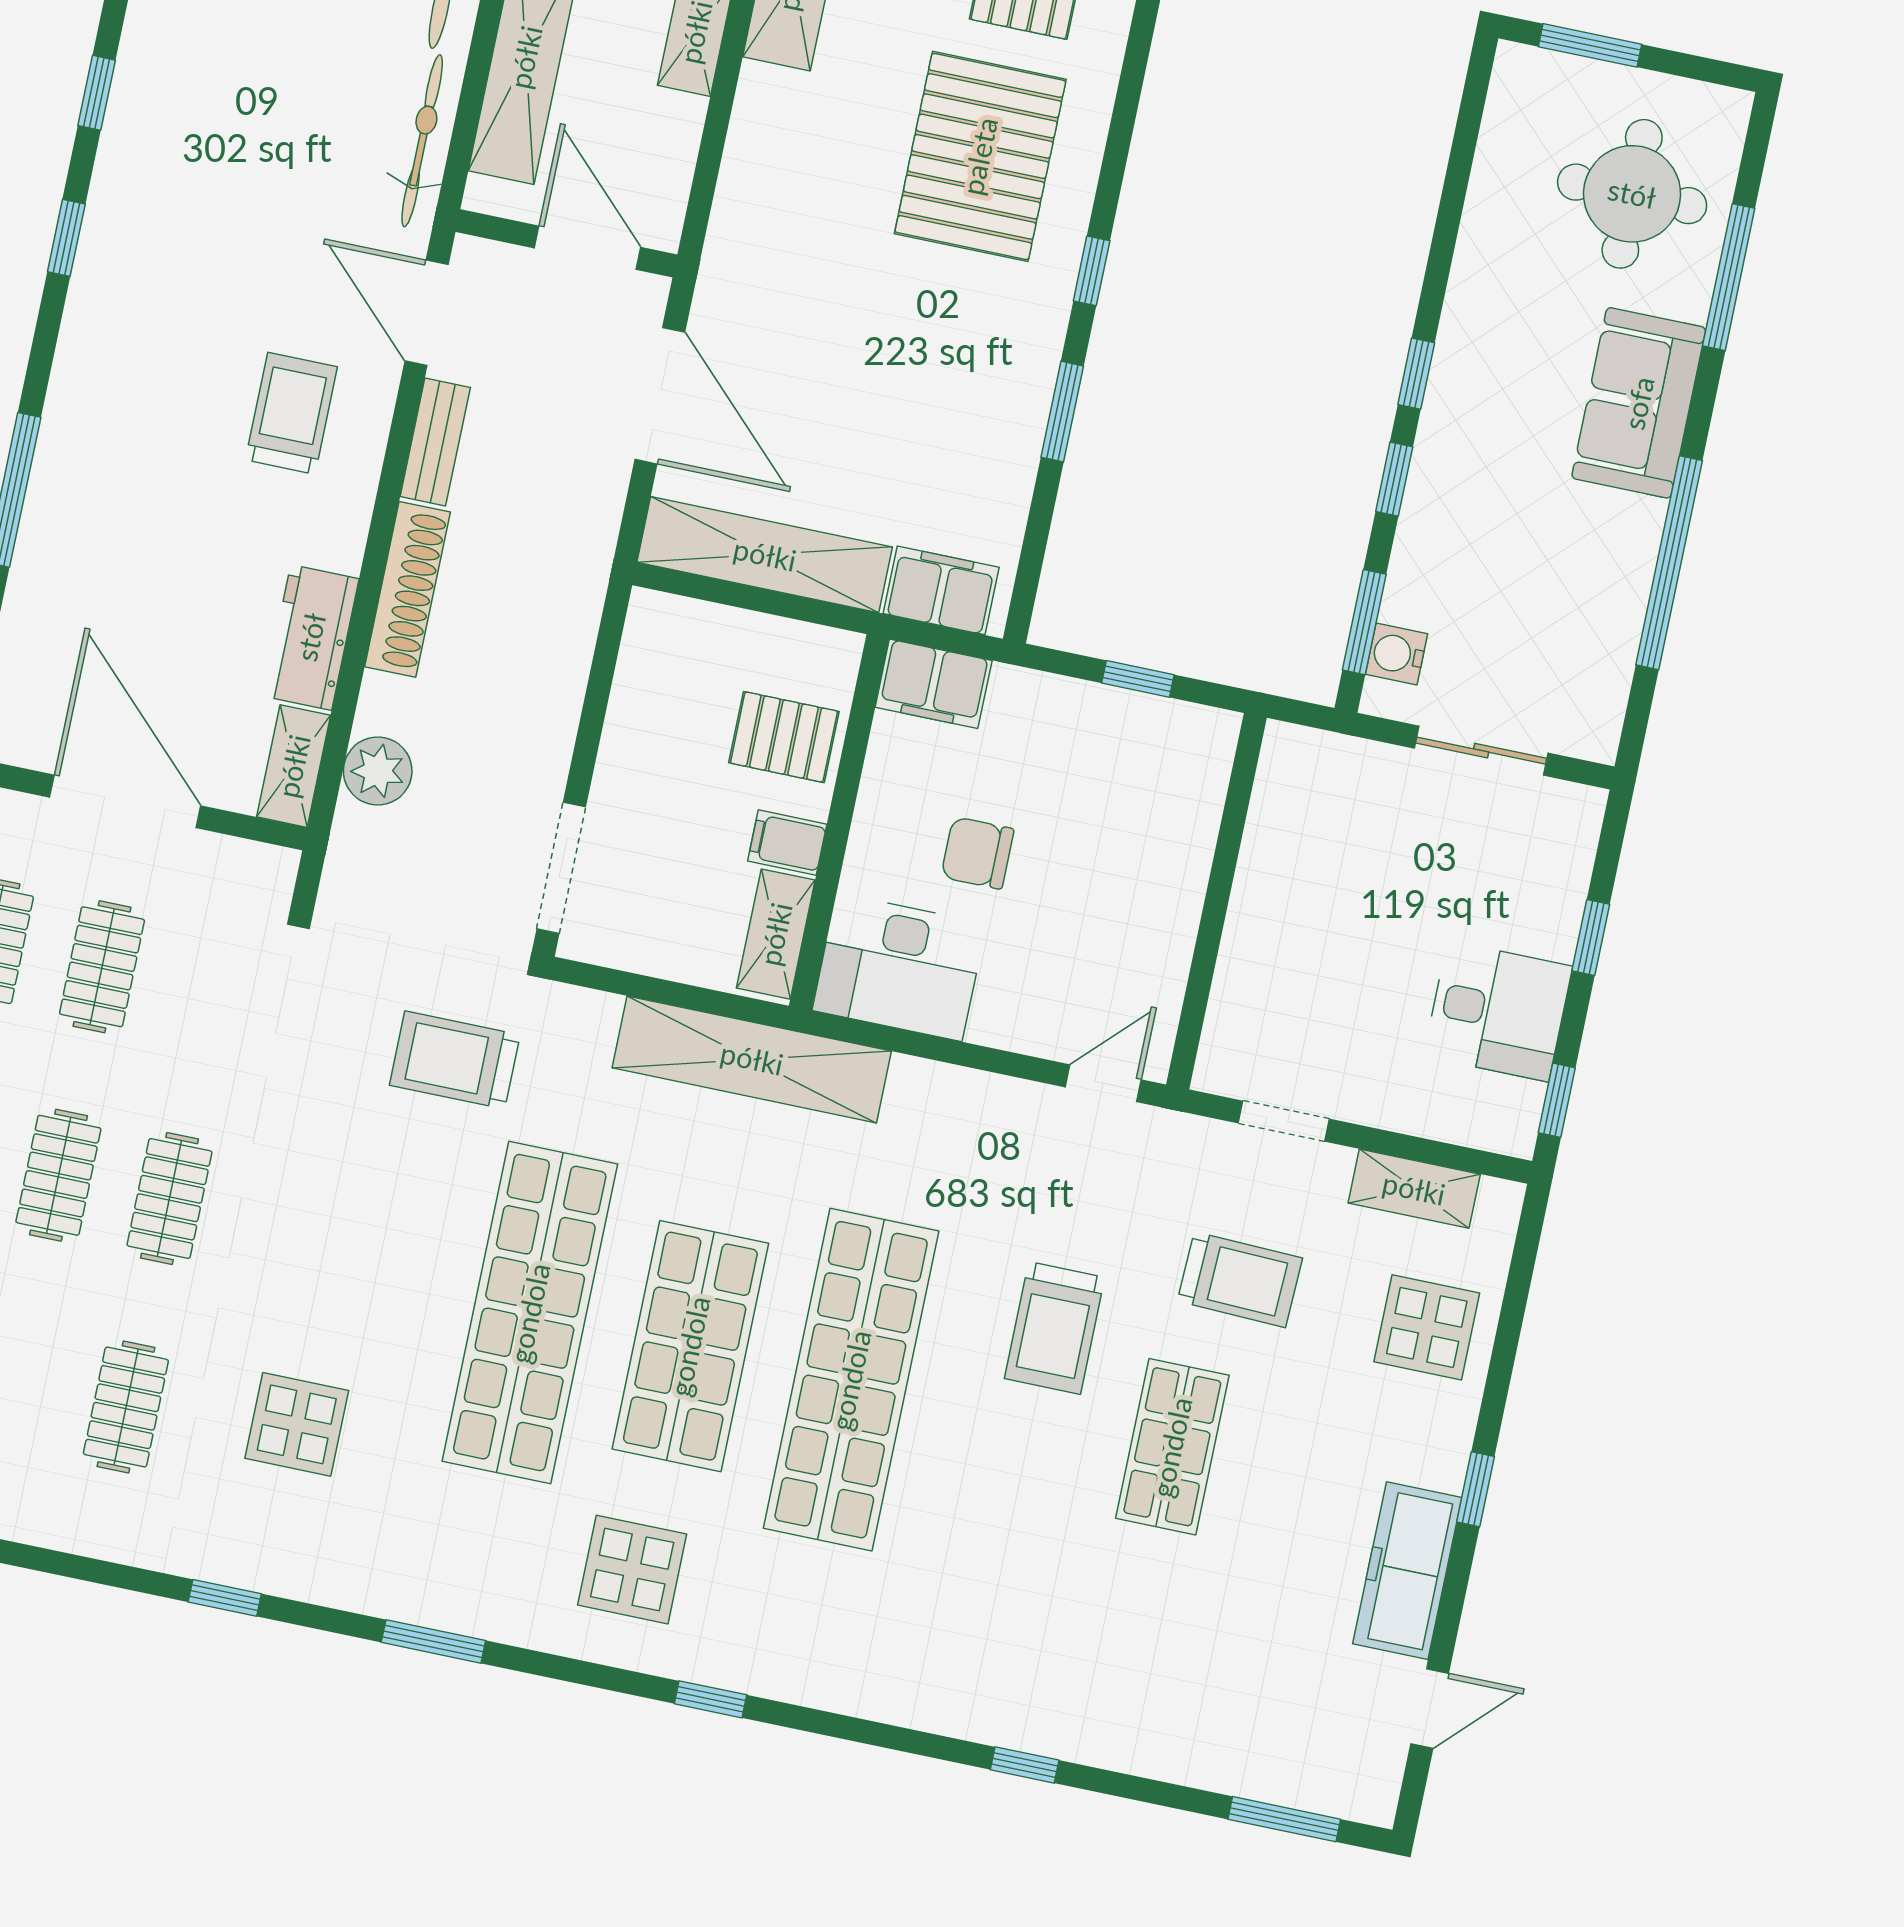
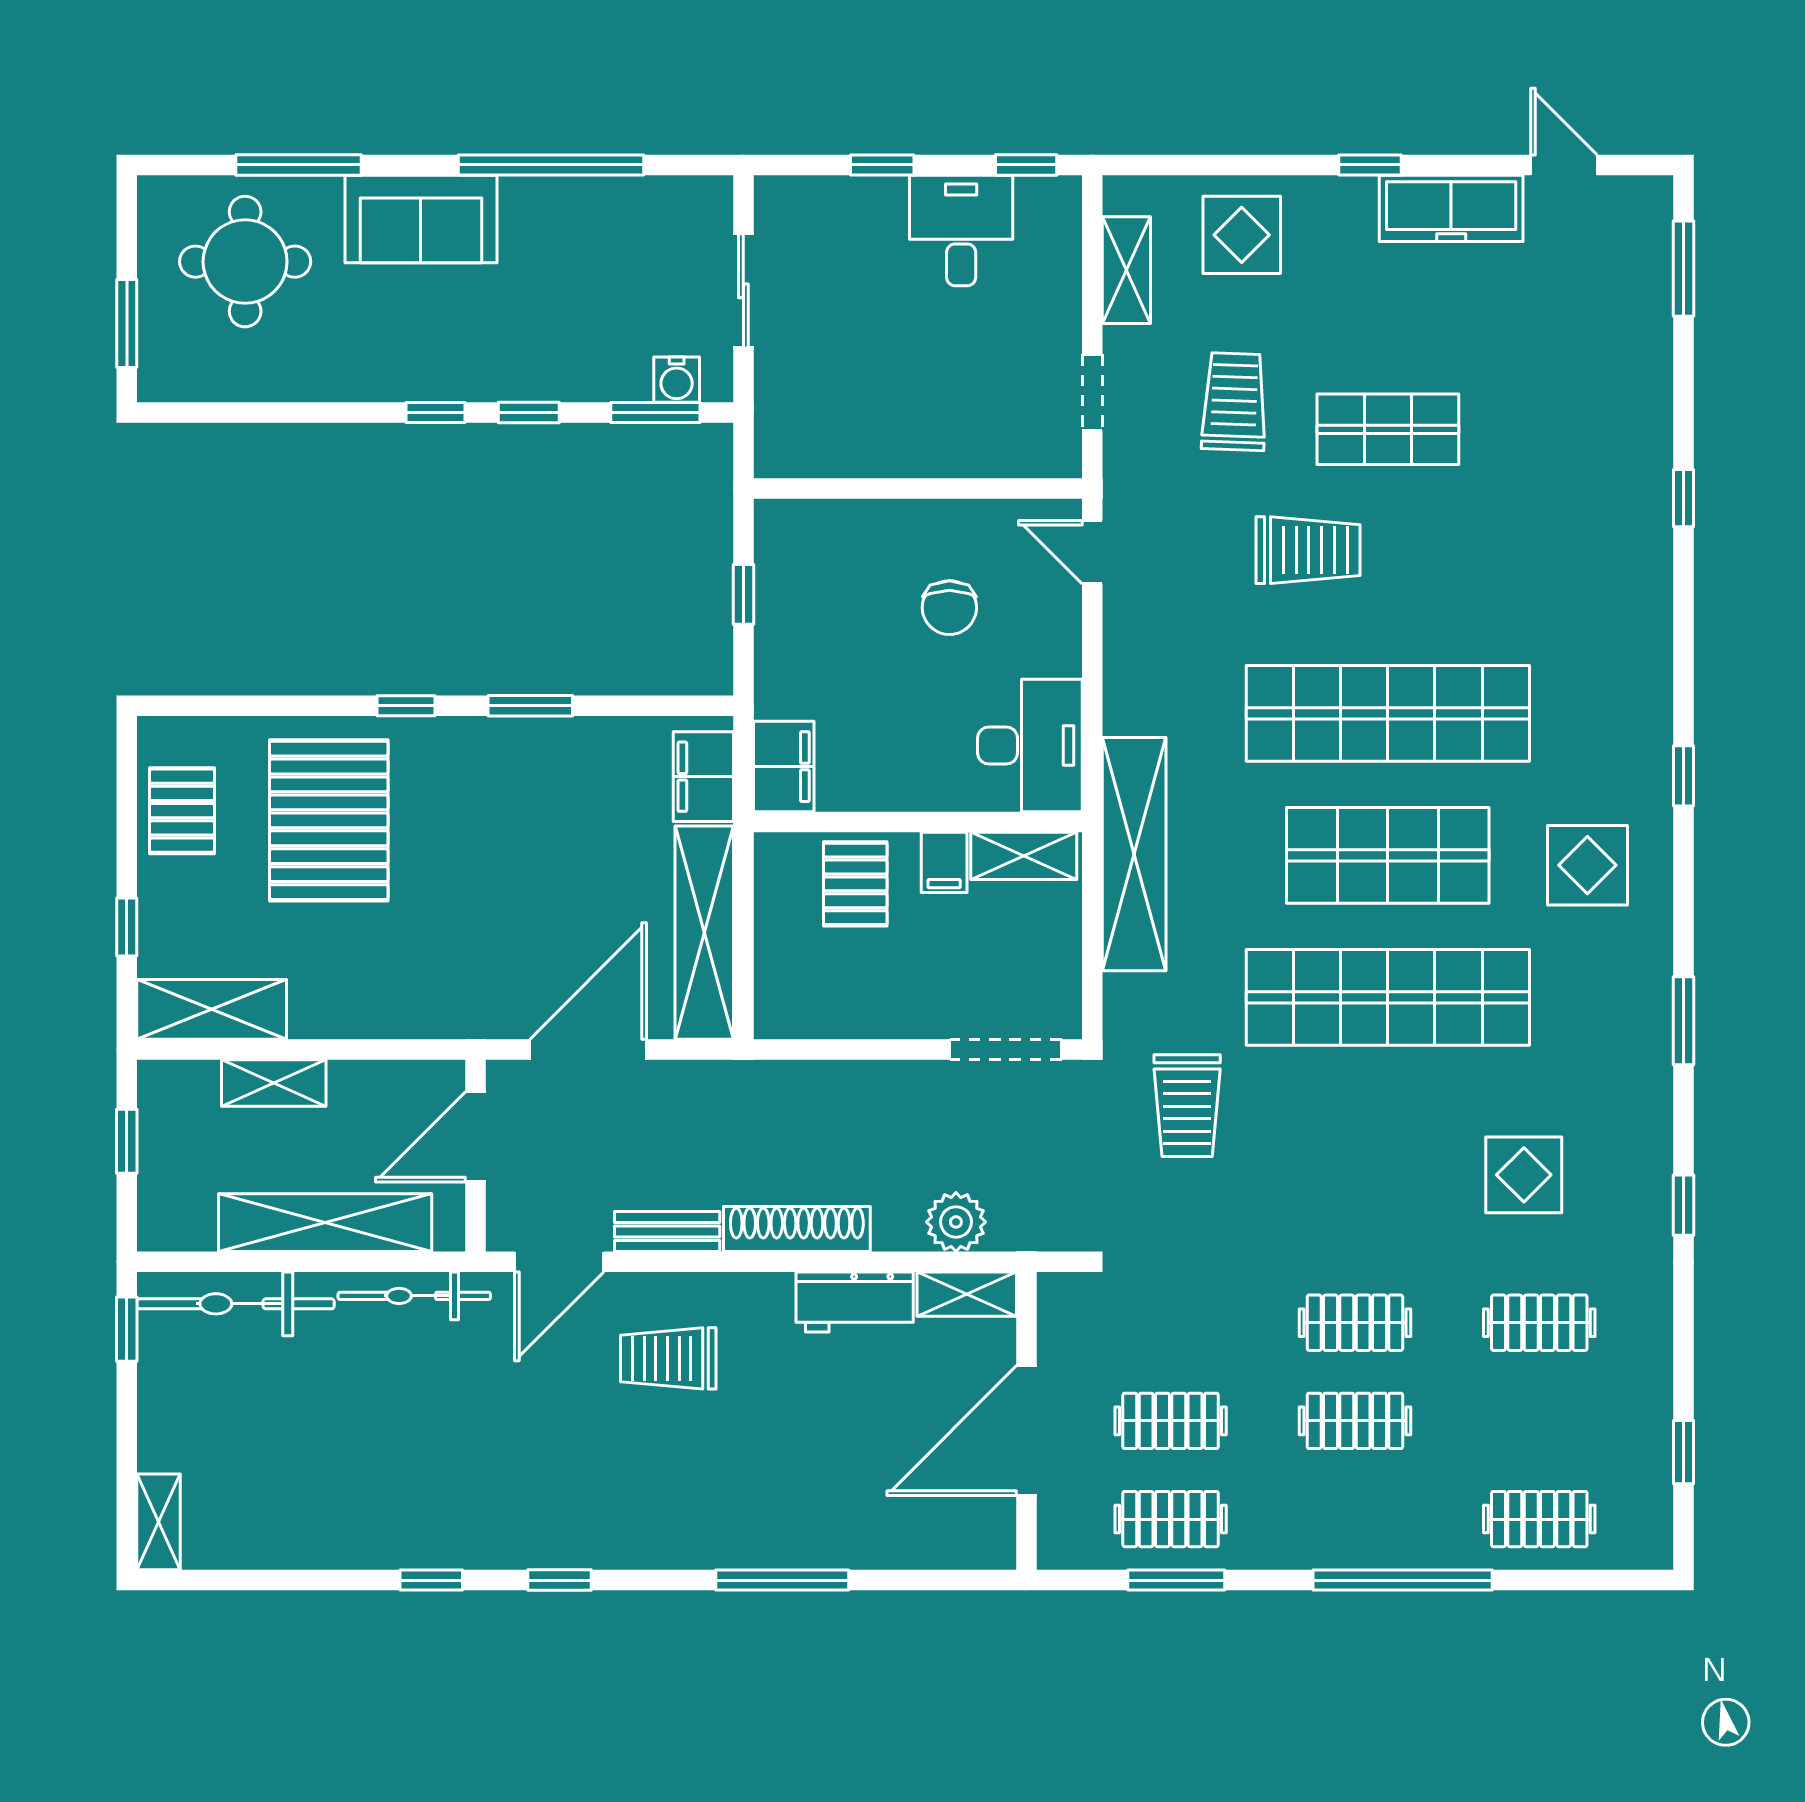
pallet: (980, 156) -> (329, 820), turned 90
chair: (977, 853) -> (949, 608), moved

